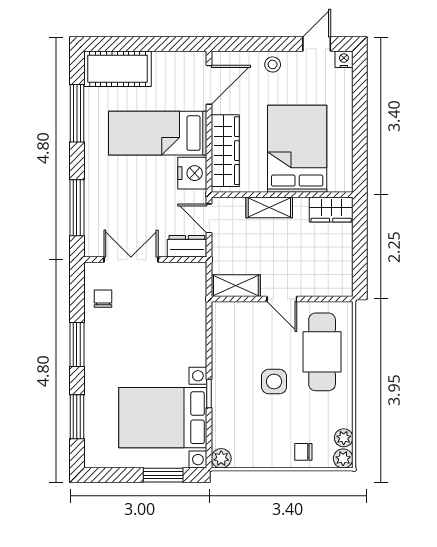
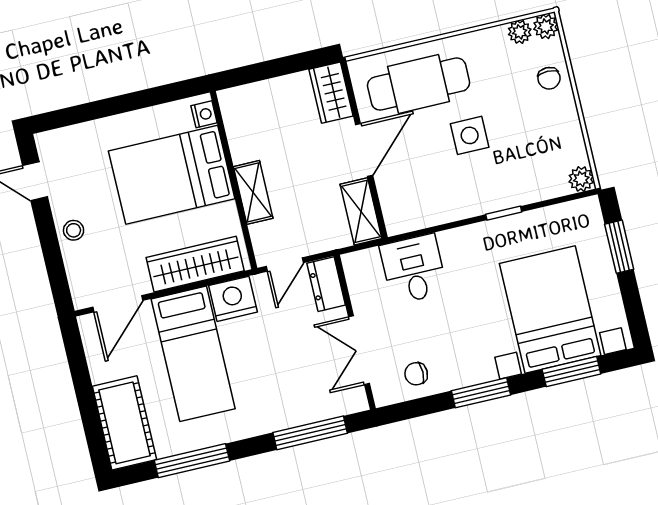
nightstand: (344, 59) -> (204, 114), moved, turned 180
door: (209, 85) -> (118, 304), swing flipped
wardrobe: (331, 210) -> (331, 93), moved, turned 180
door: (282, 299) -> (364, 150), width x1.38
desk: (183, 315) -> (414, 269), added
bed with nightstands: (163, 418) -> (550, 309), moved, turned 180

